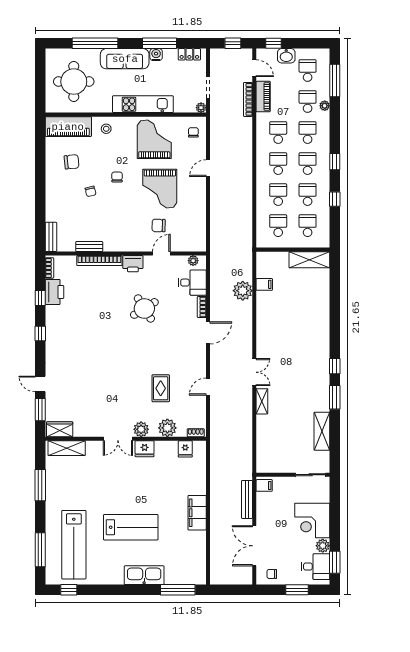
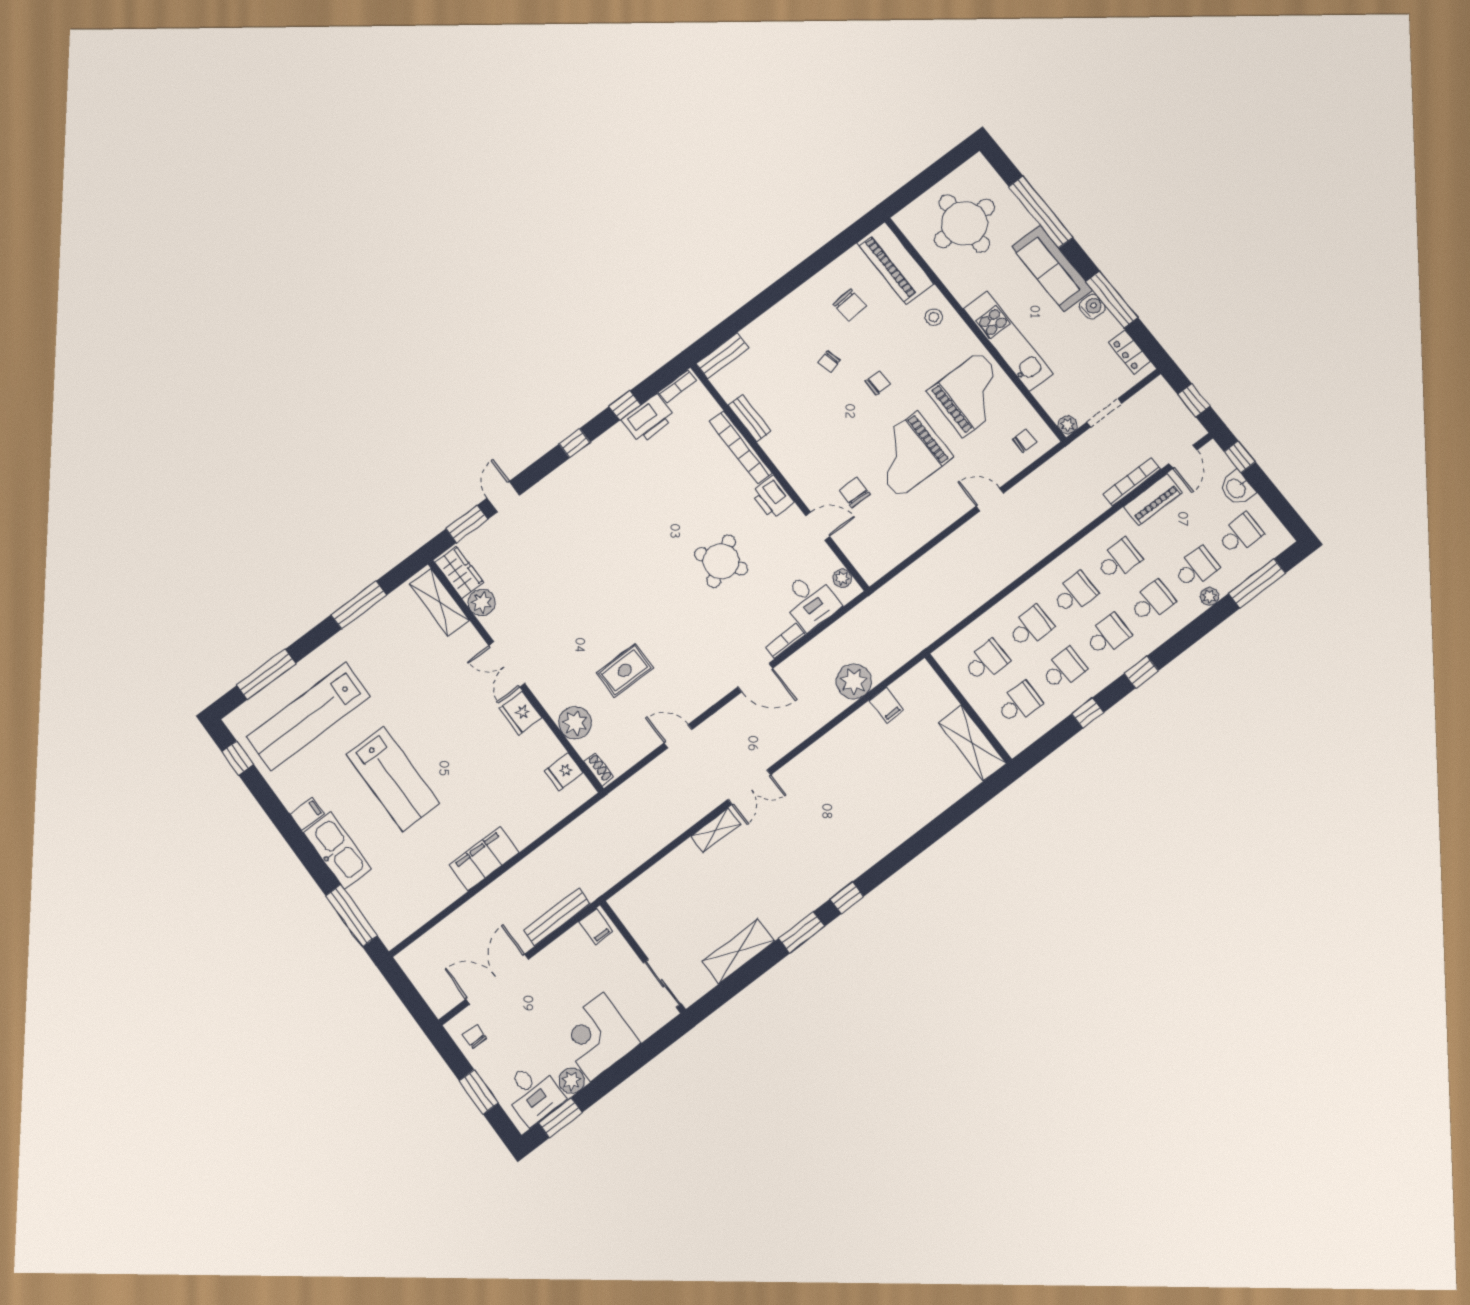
plant: (141, 429) -> (482, 602), moved
filing cabinet: (117, 577) -> (307, 814), added

